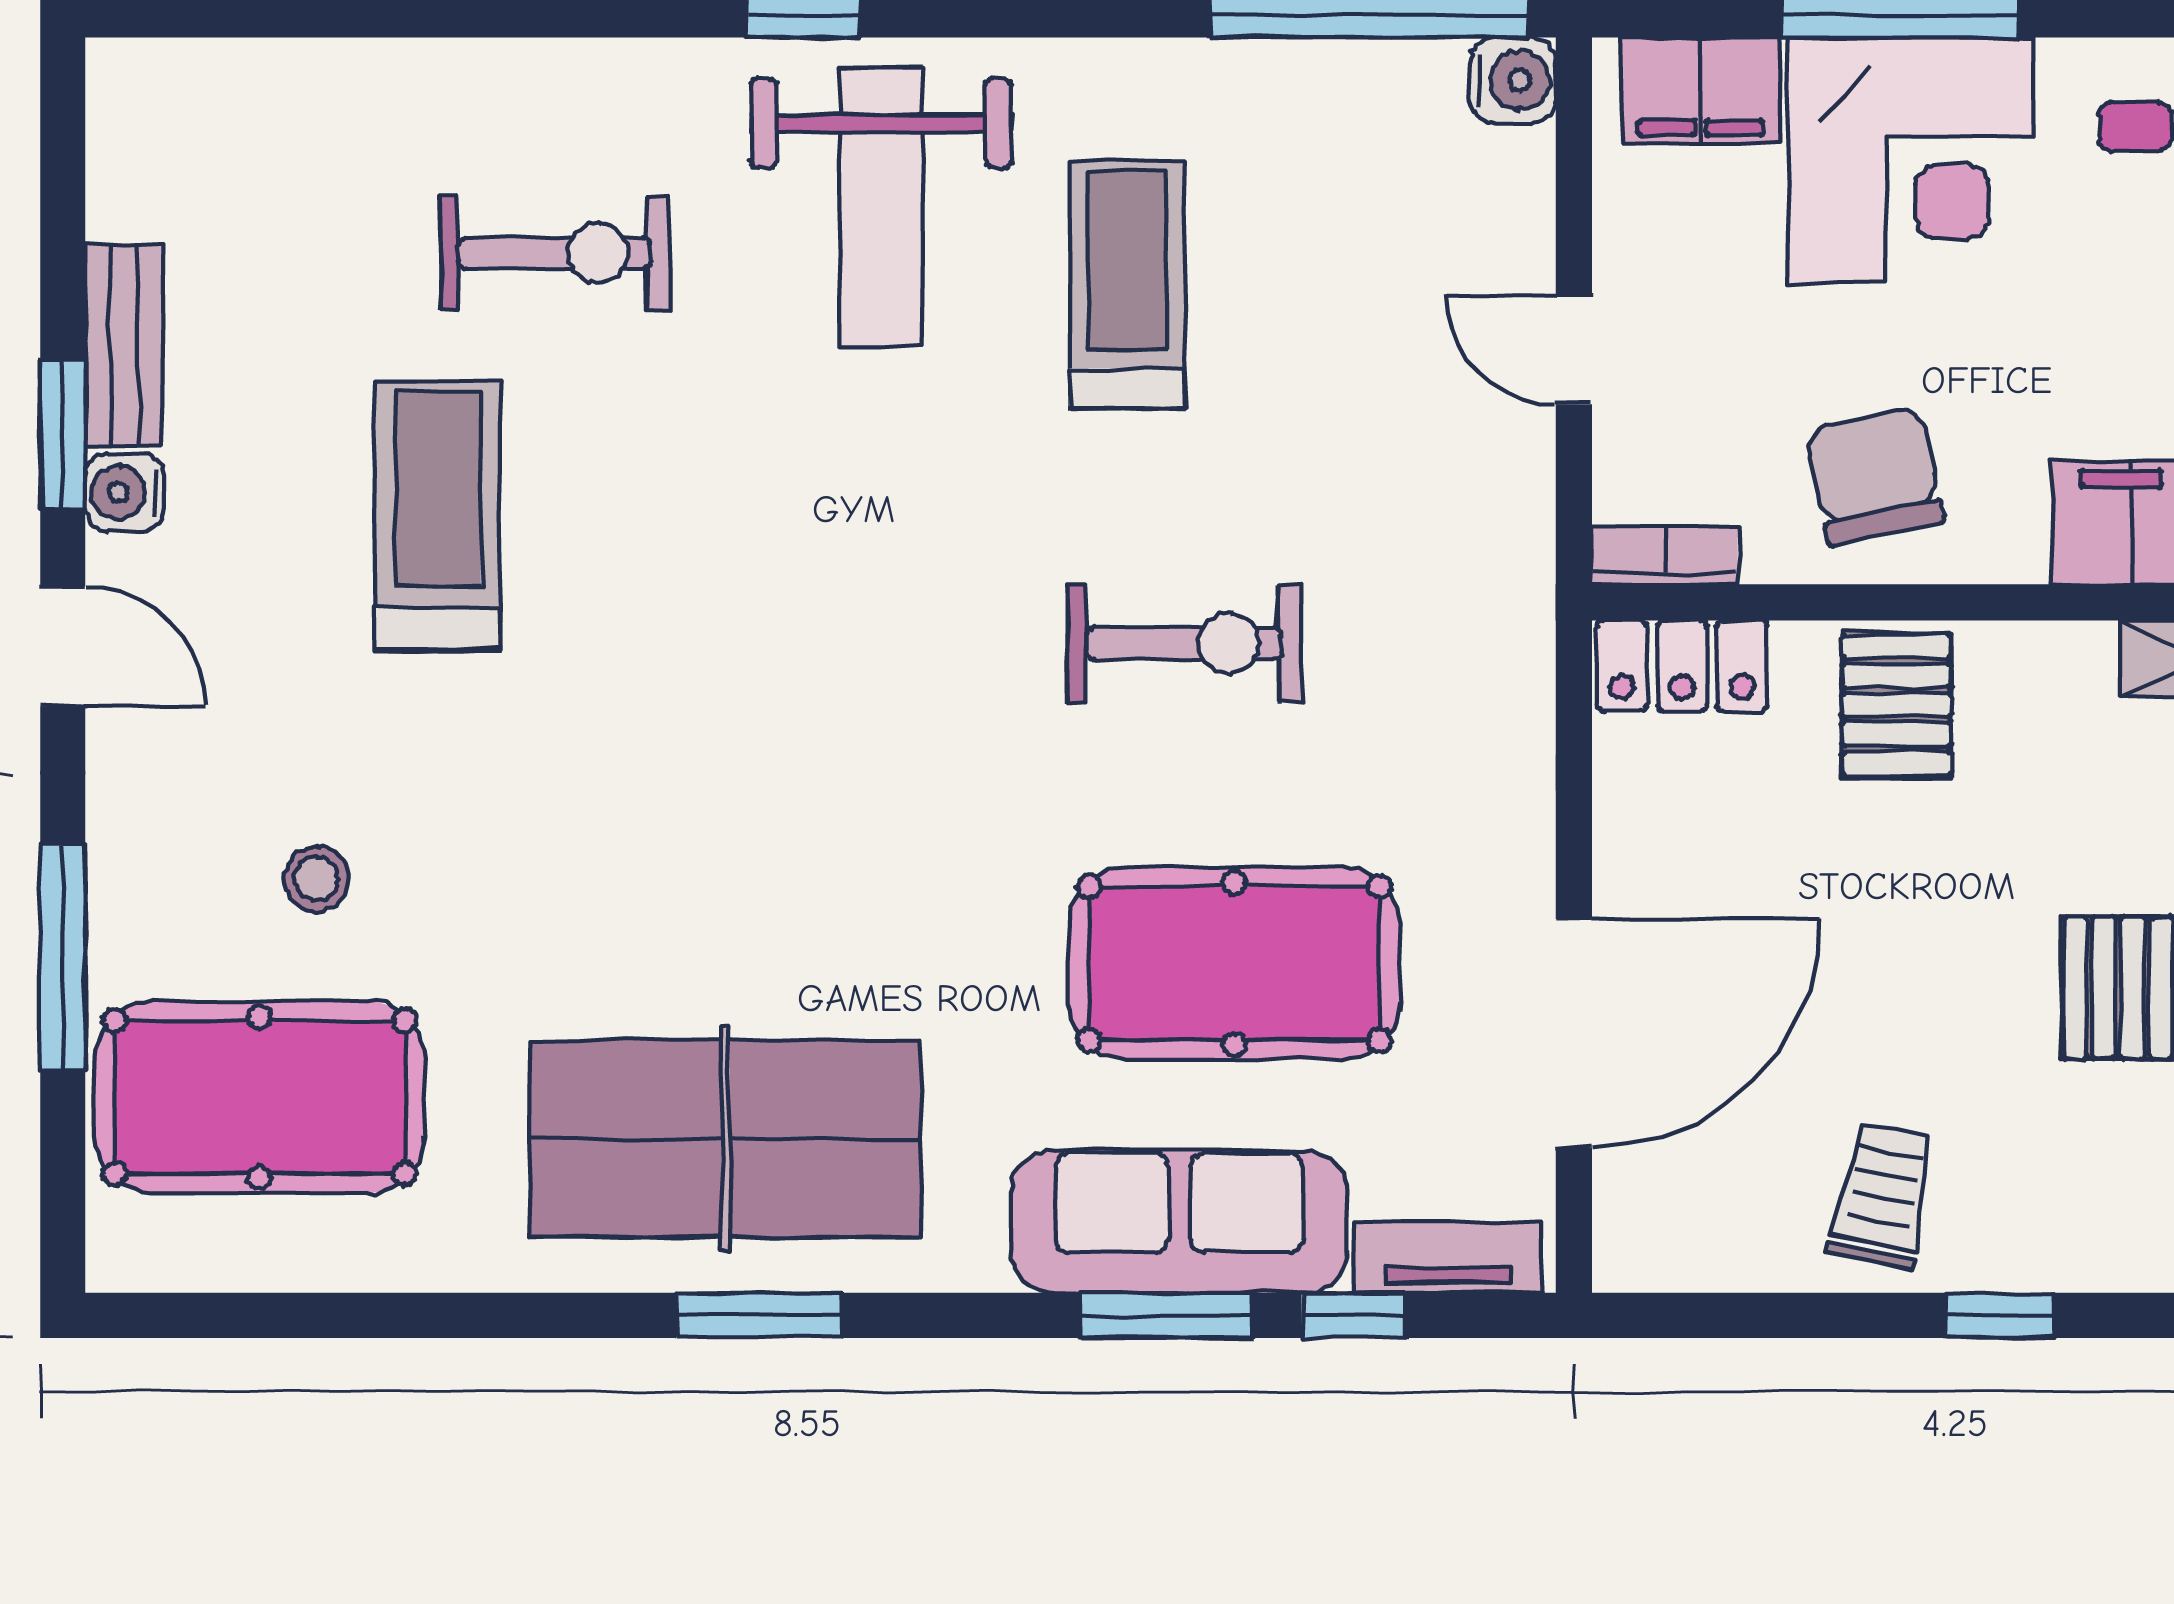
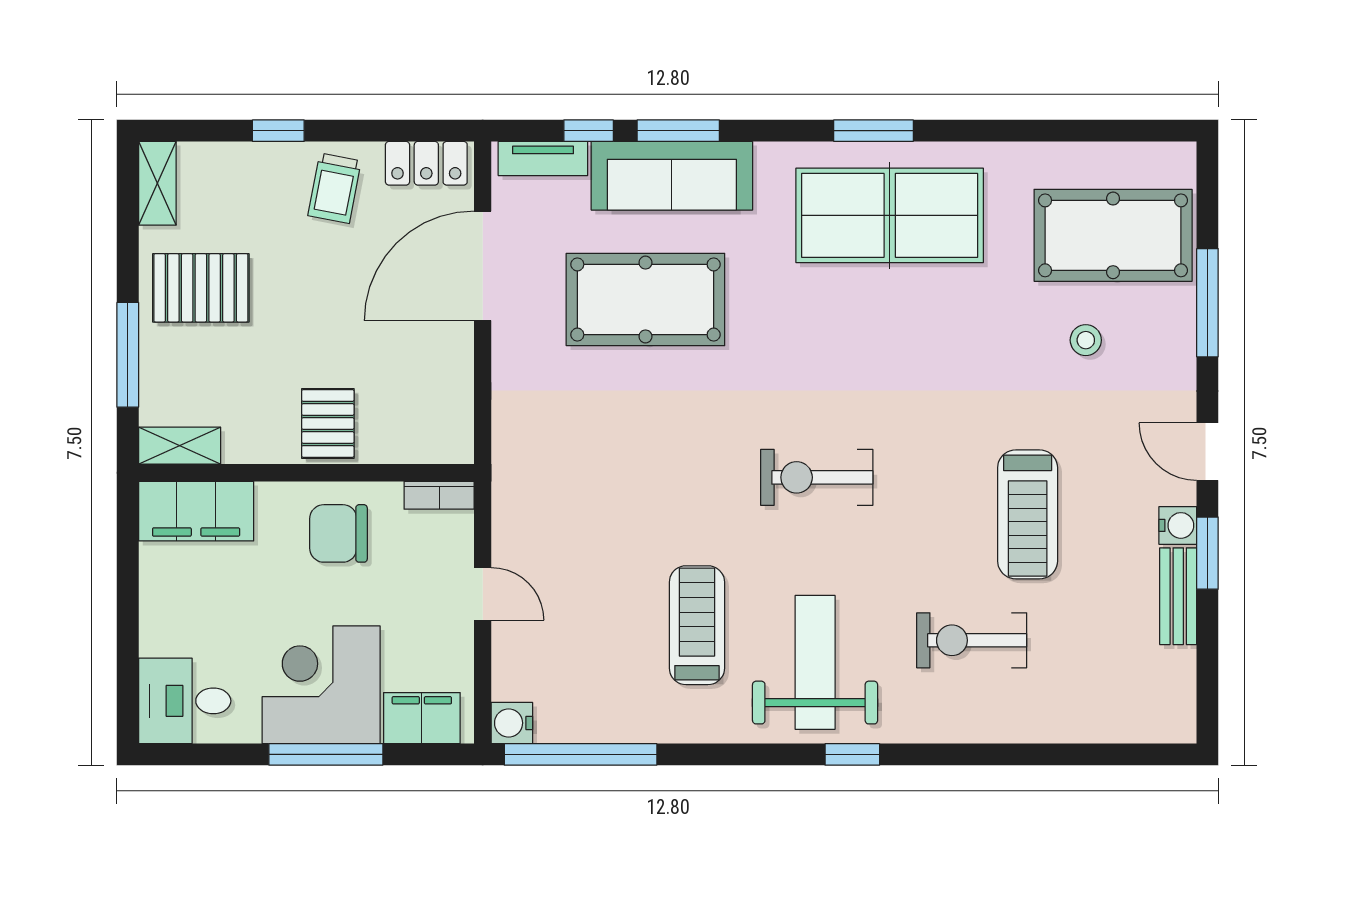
treadmill: (1127, 284) -> (697, 625), turned 180
chair: (1874, 476) -> (338, 533), turned 102
exercise bike: (1184, 643) -> (817, 477), moved
locker: (1682, 666) -> (426, 163), moved, turned 180

